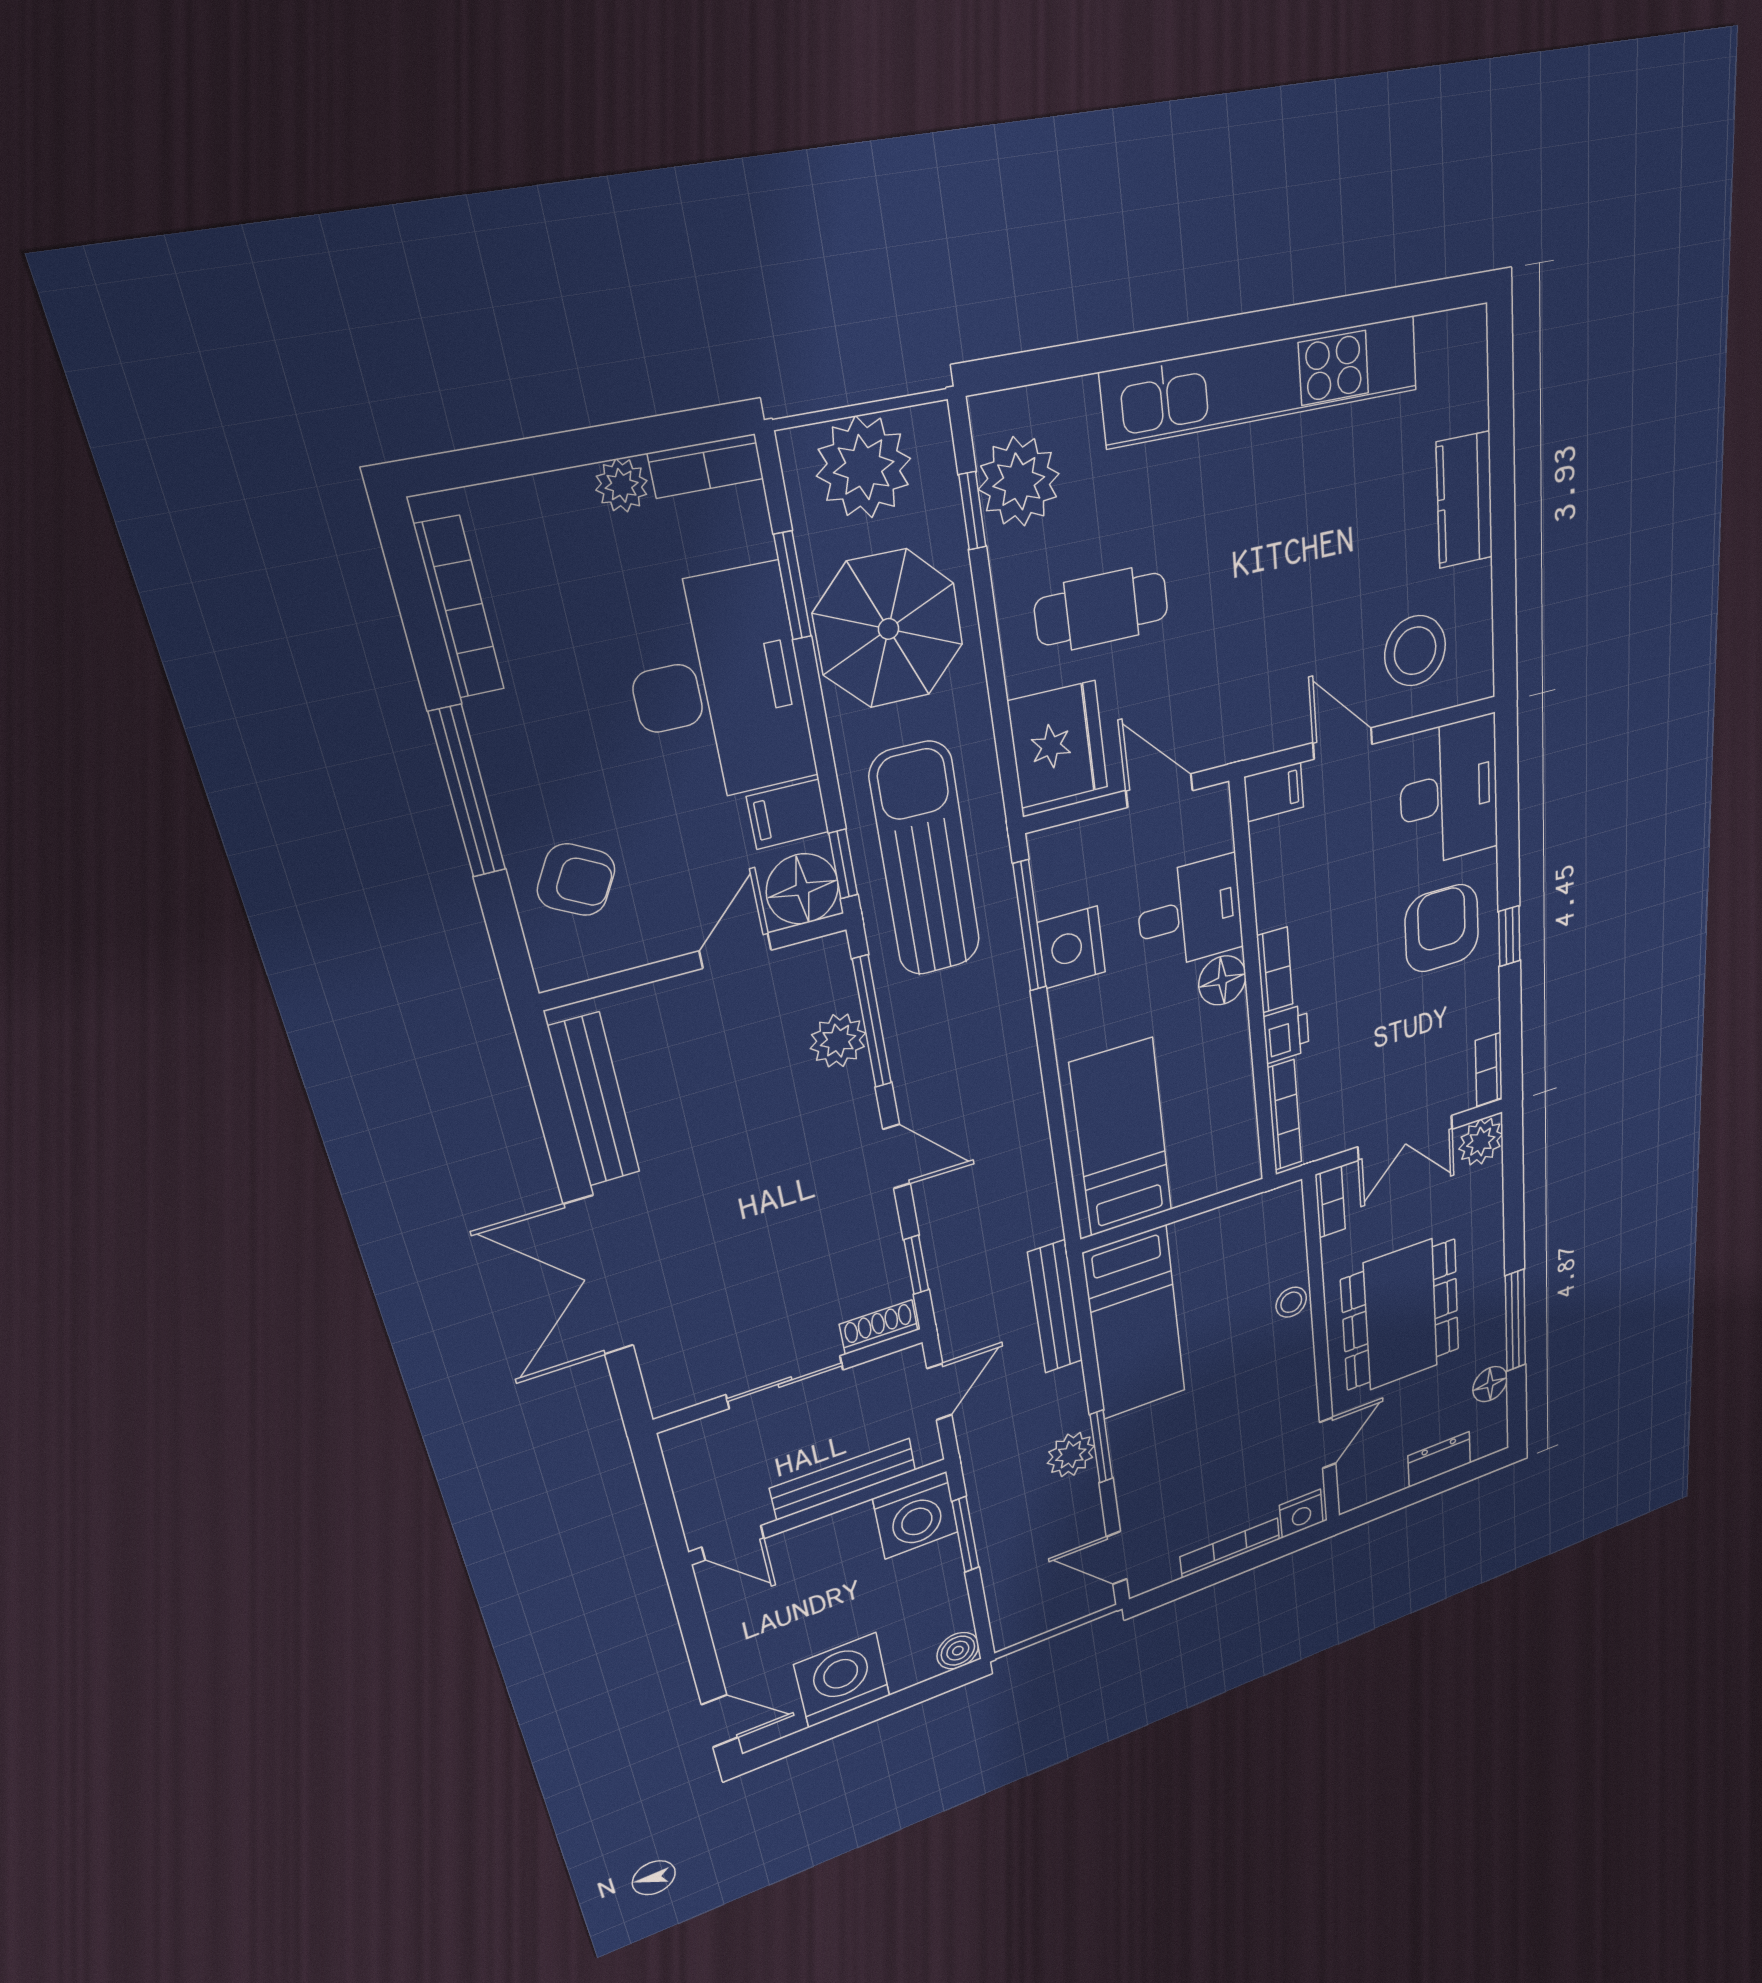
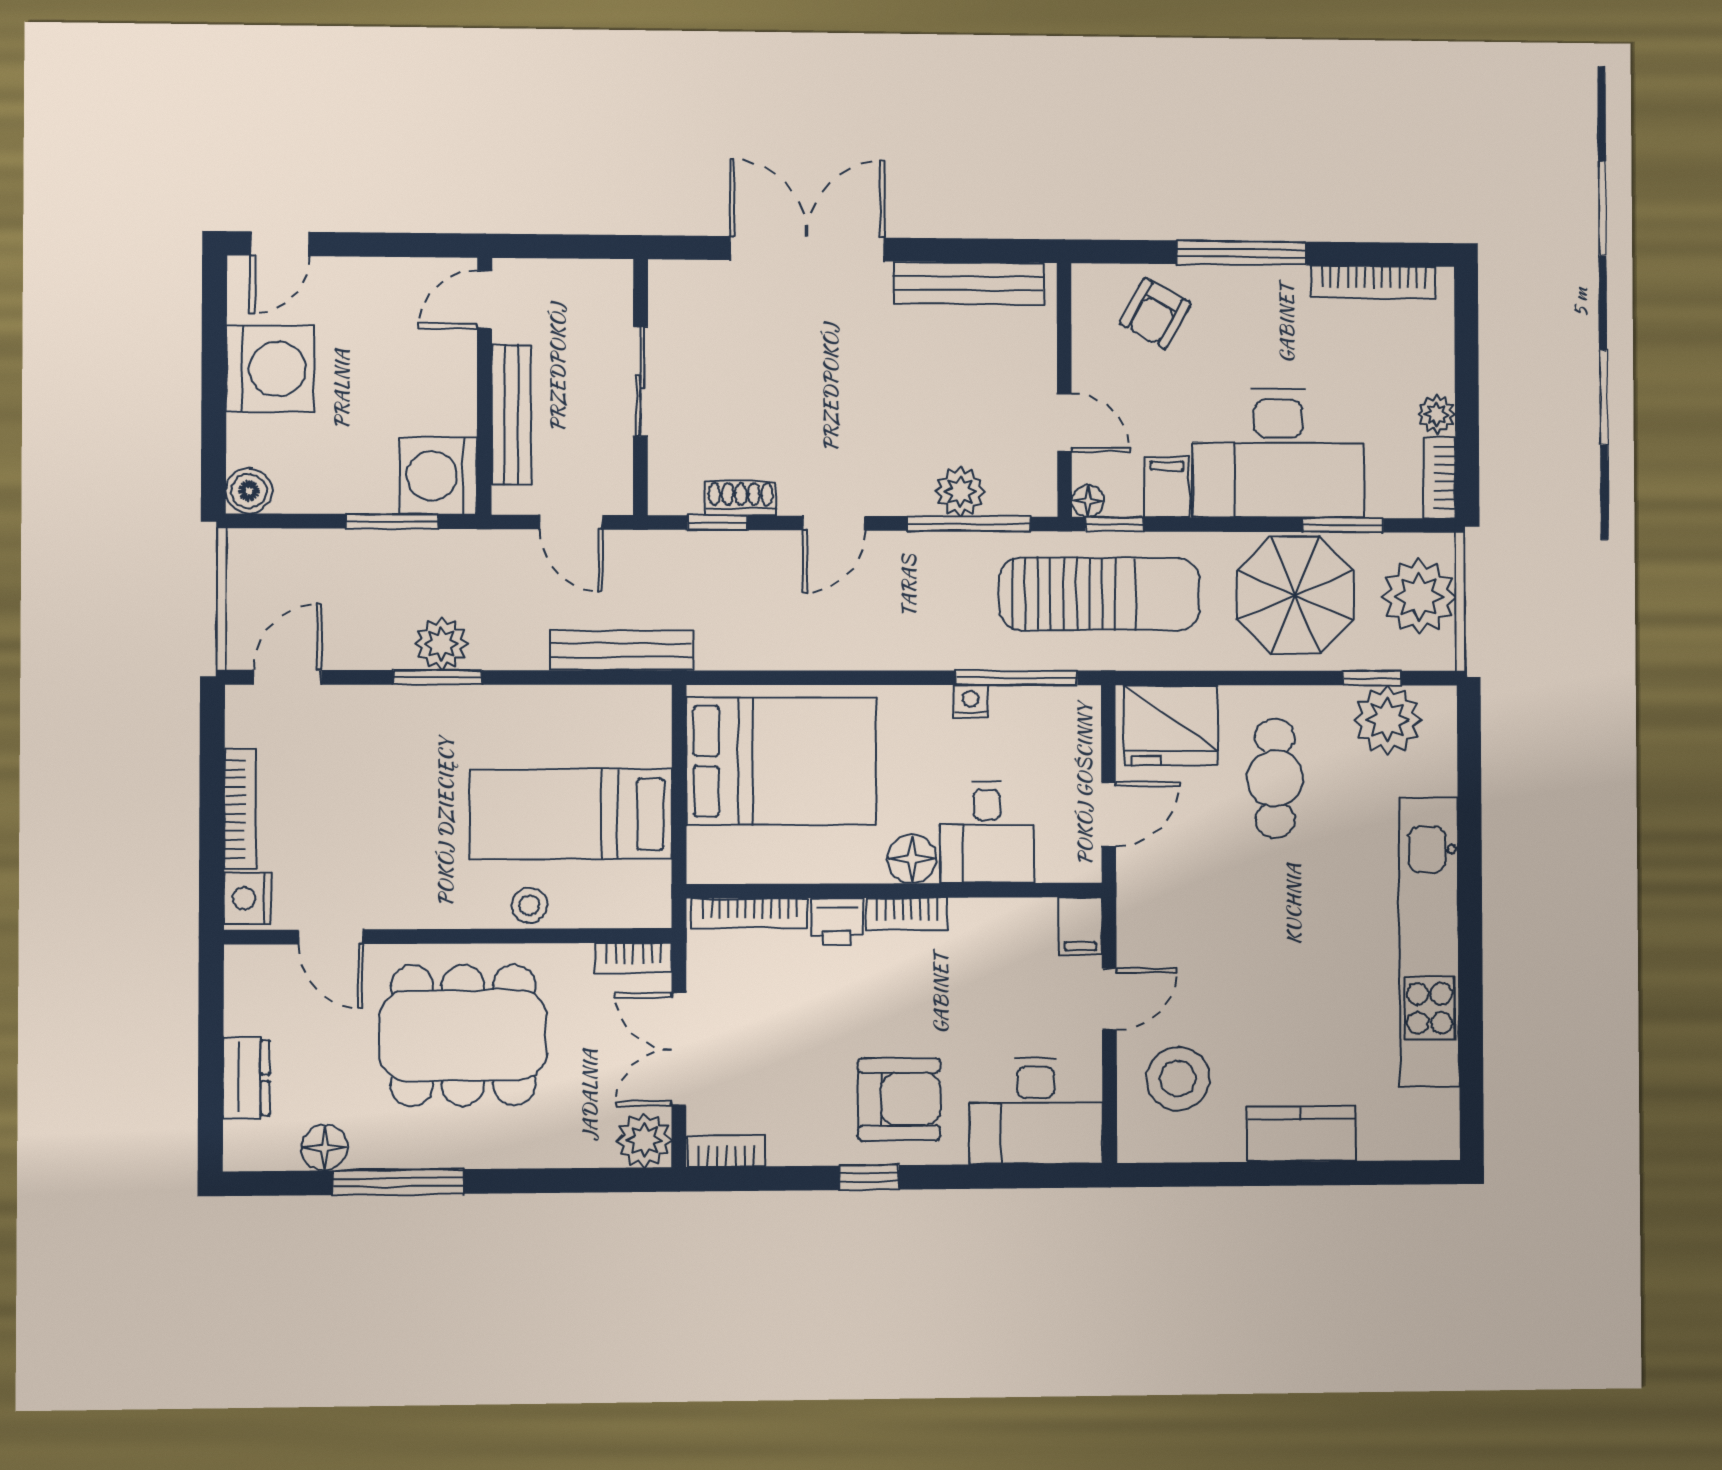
floor lamp: (802, 889) -> (1088, 501), width x0.53, depth x0.53
nightstand: (1071, 947) -> (971, 701), width x0.53, depth x0.56
bed: (1121, 1138) -> (781, 761), width x1.50
bed: (1135, 1323) -> (571, 814), moved
shoe rack: (879, 1327) -> (741, 498), moved, turned -90

